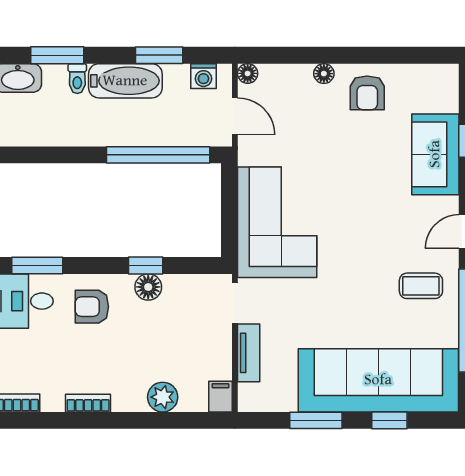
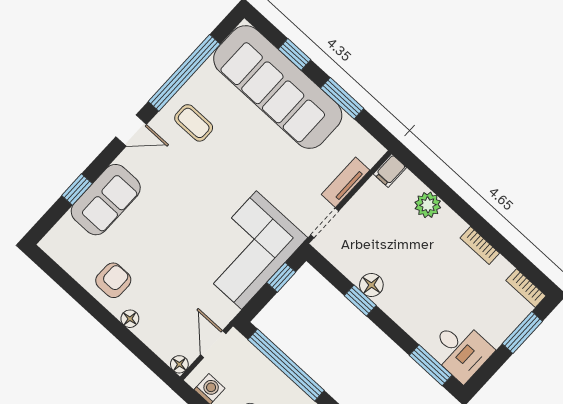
window: (229, 224) -> (281, 277), added
armchair: (92, 307) -> (420, 306), removed

